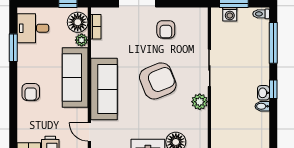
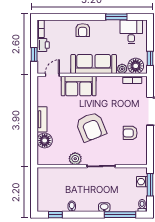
sofa: (104, 89) -> (79, 86), width x0.73
window: (273, 89) -> (55, 215), moved
armchair: (31, 92) -> (83, 30), turned -90
washbasin: (263, 93) -> (104, 207), moved

